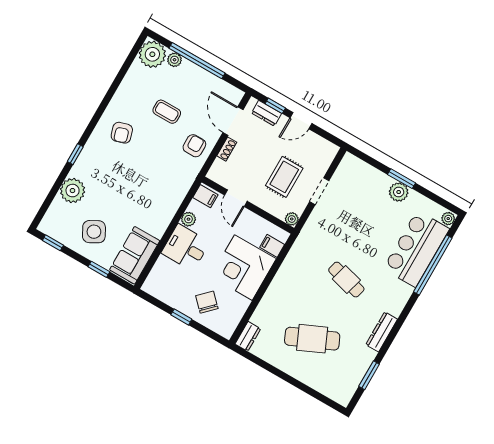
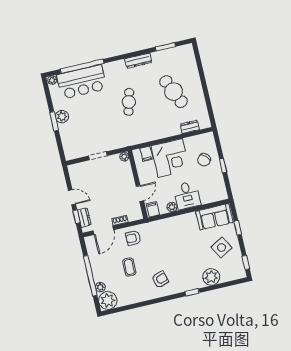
rug: (284, 177) -> (107, 180), removed
dresser: (248, 336) -> (190, 127), moved

